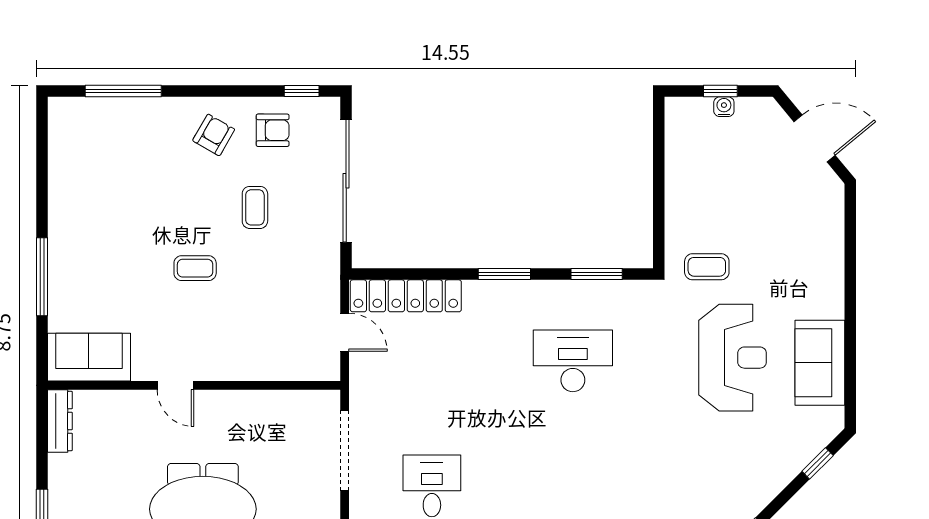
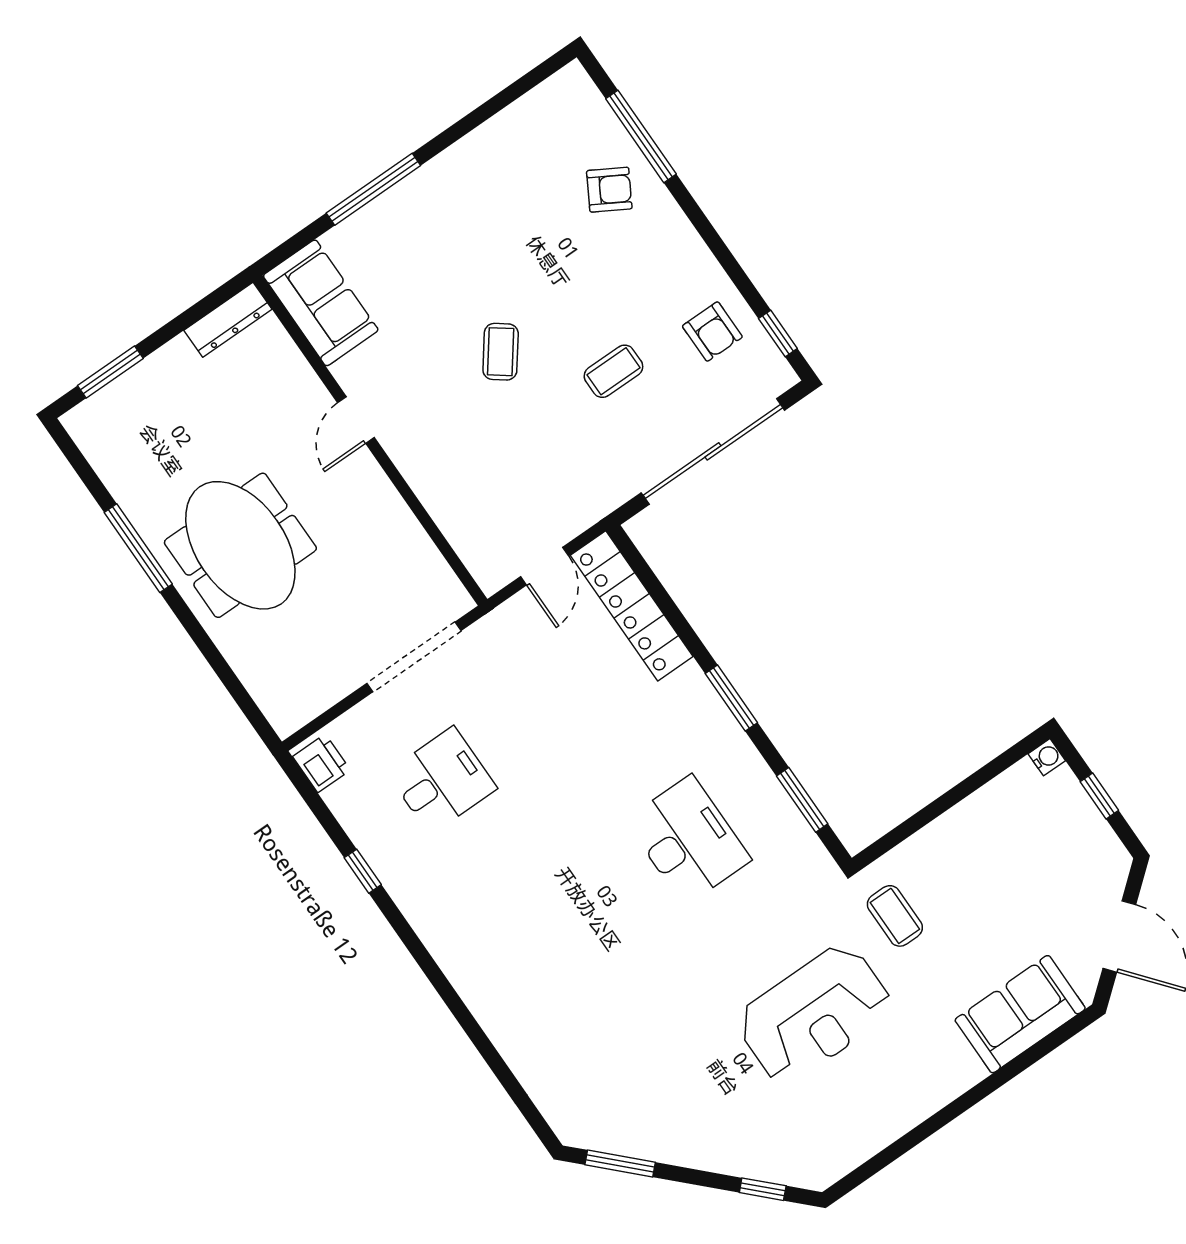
water cooler: (724, 107) -> (1047, 757), moved
armchair: (214, 135) -> (609, 190), moved
coffee table: (195, 268) -> (501, 352), turned 37
sofa: (820, 363) -> (1020, 1014), moved

